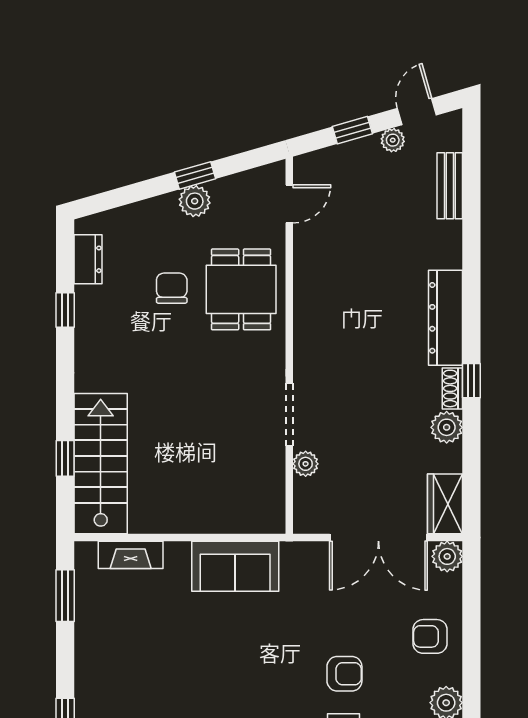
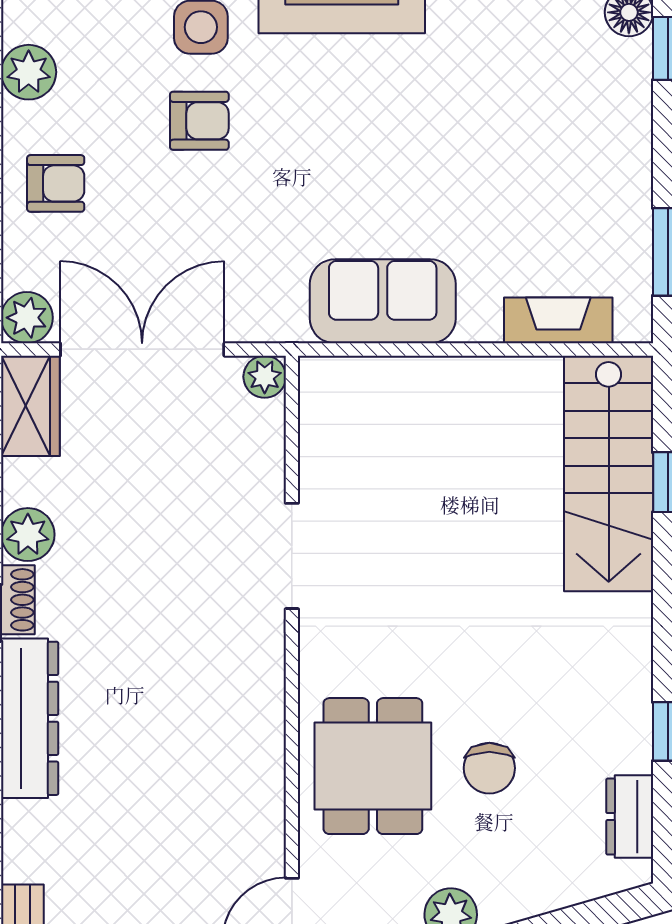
plant: (306, 464) -> (265, 377), moved
armchair: (344, 674) -> (199, 121), turned 180

